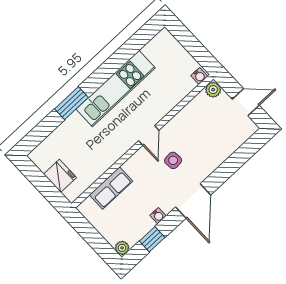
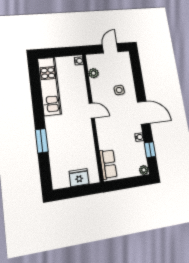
kitchen unit: (116, 89) -> (49, 86), moved
plant: (213, 90) -> (94, 73), moved
side table: (173, 160) -> (119, 90), moved
row of seats: (111, 188) -> (108, 164), moved

